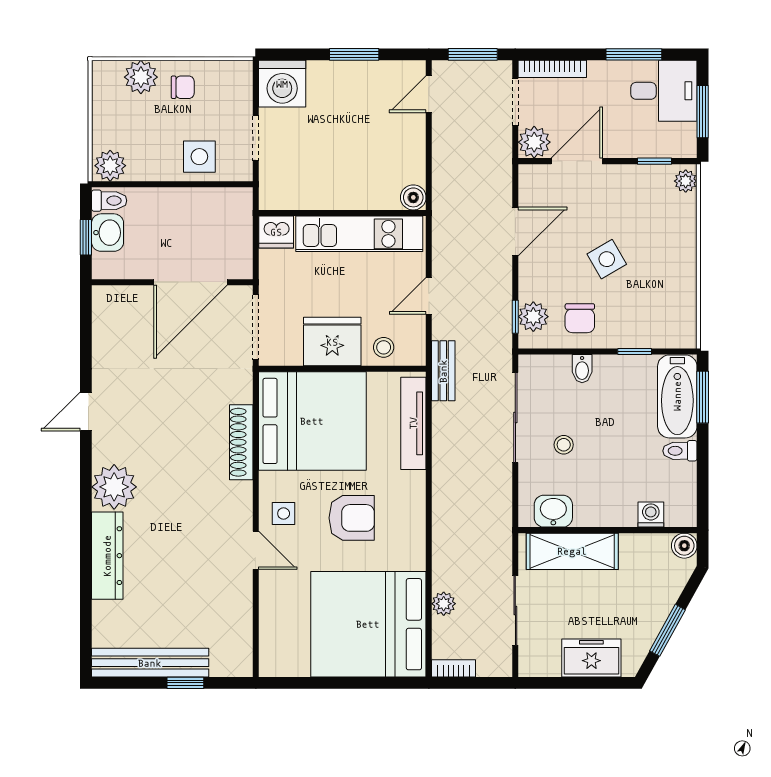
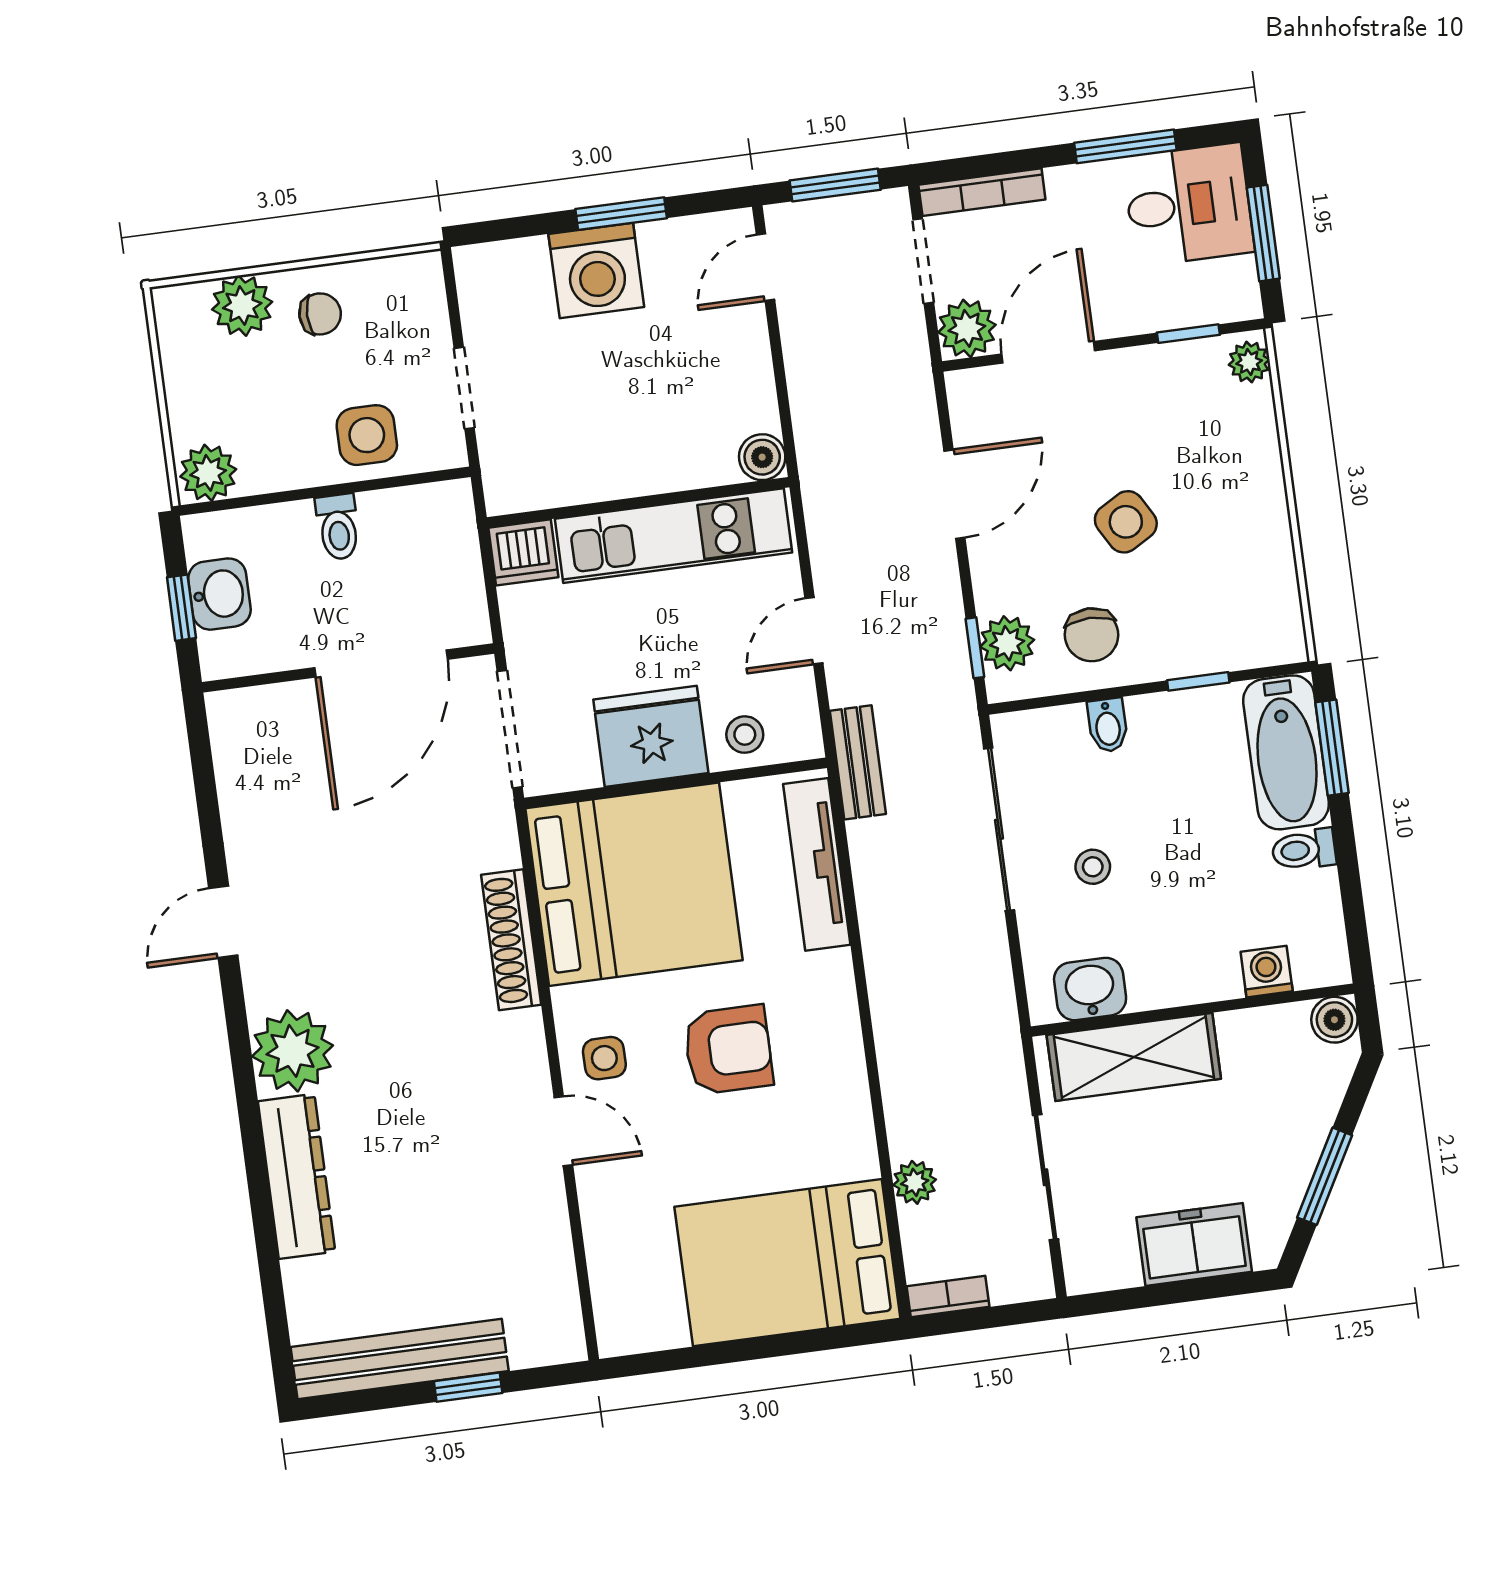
washing machine: (282, 84) -> (596, 270), moved
toilet: (109, 201) -> (338, 527), moved, turned 90
bed: (368, 624) -> (787, 1263), width x0.73

